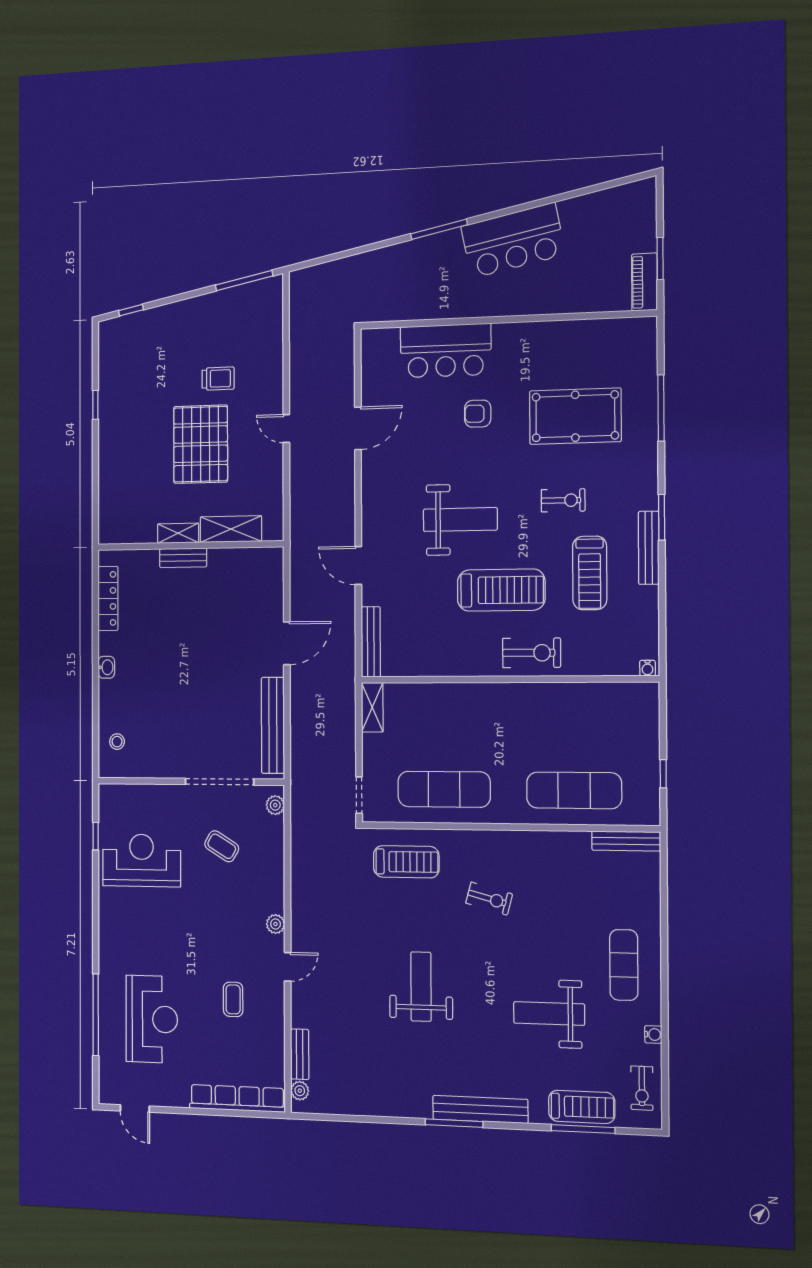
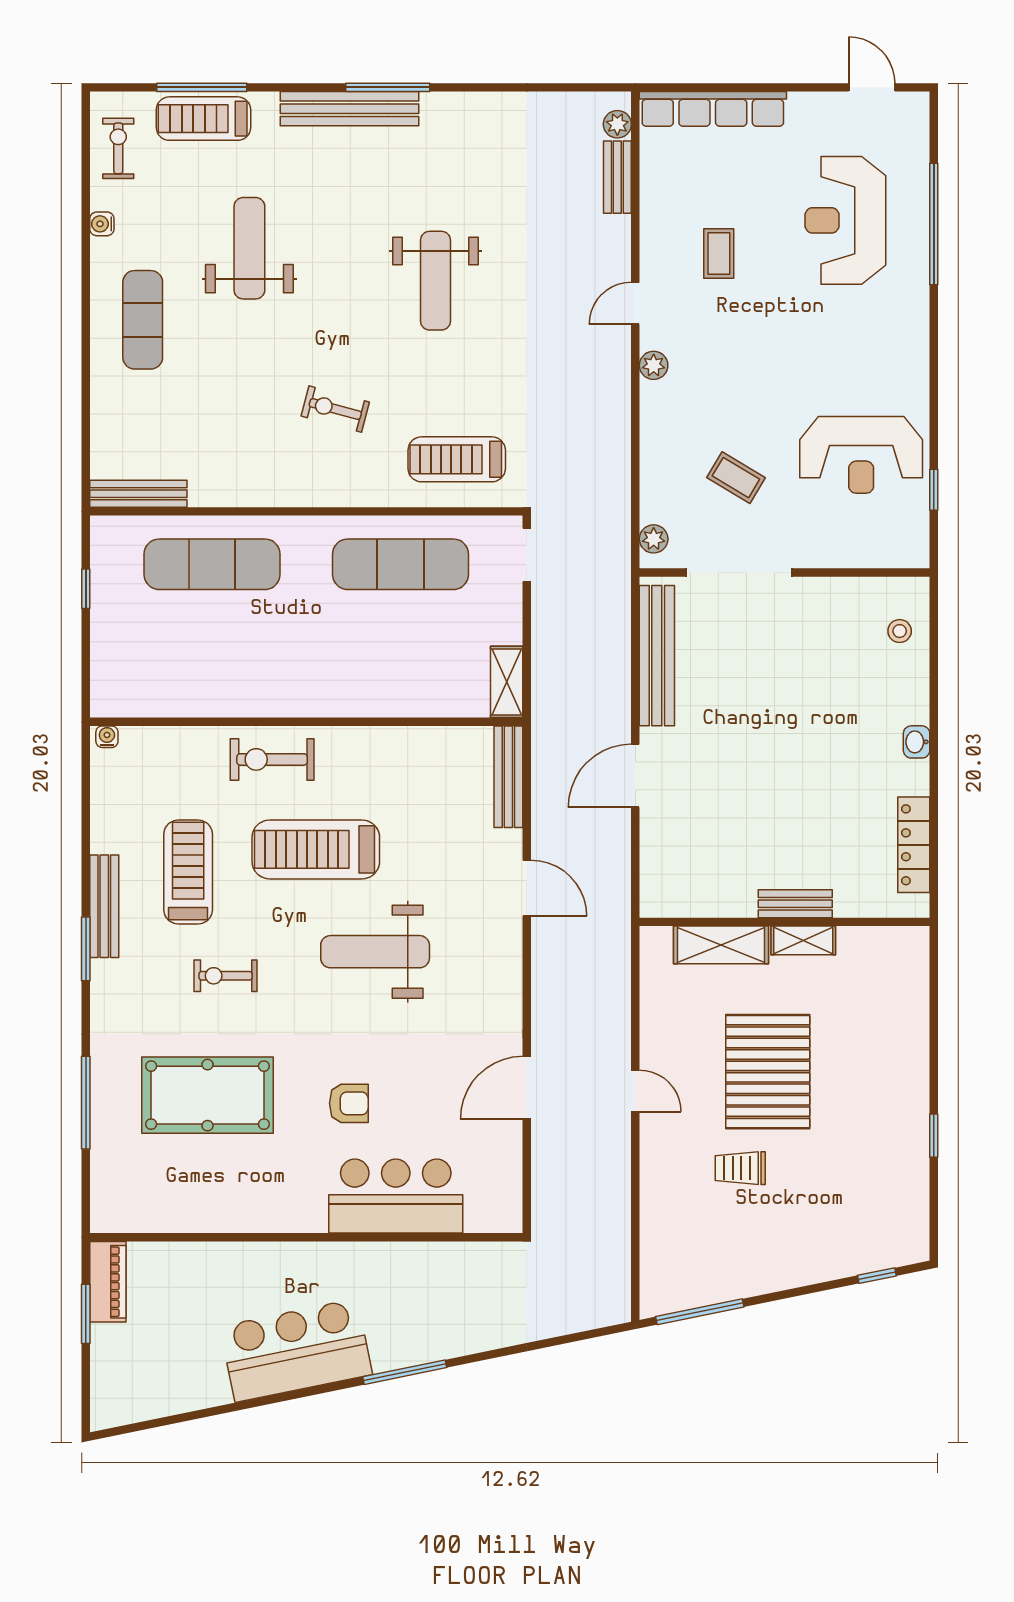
weight bench: (549, 1014) -> (249, 248), turned -90

